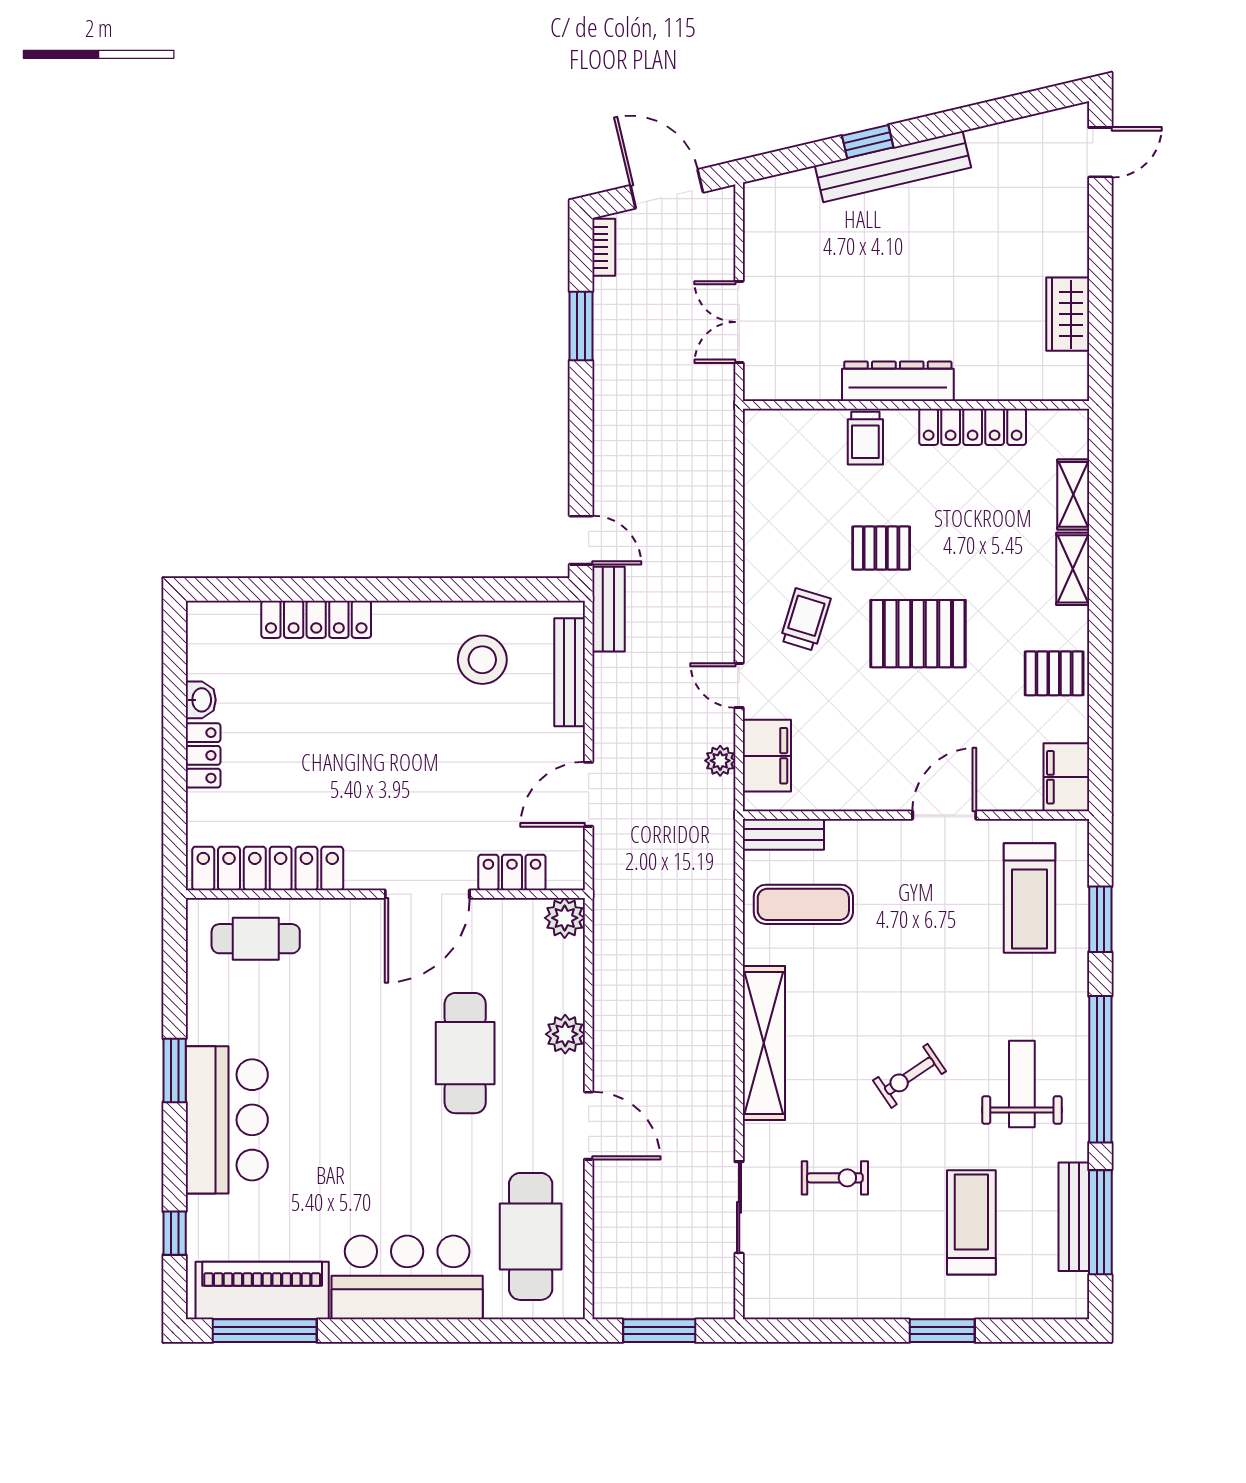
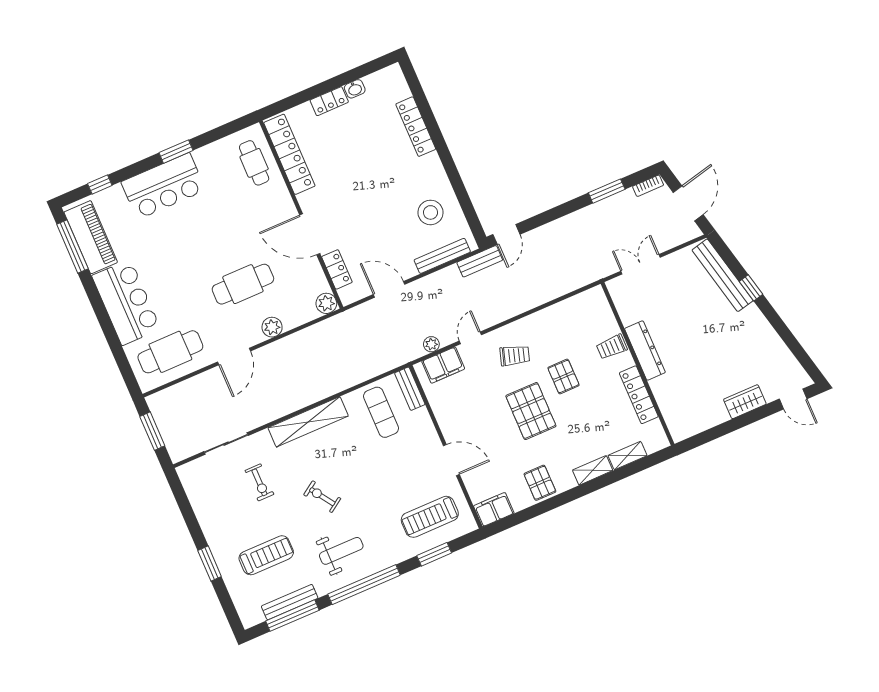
bench: (893, 167) -> (723, 275), moved
wardrobe: (1068, 314) -> (745, 402), moved

